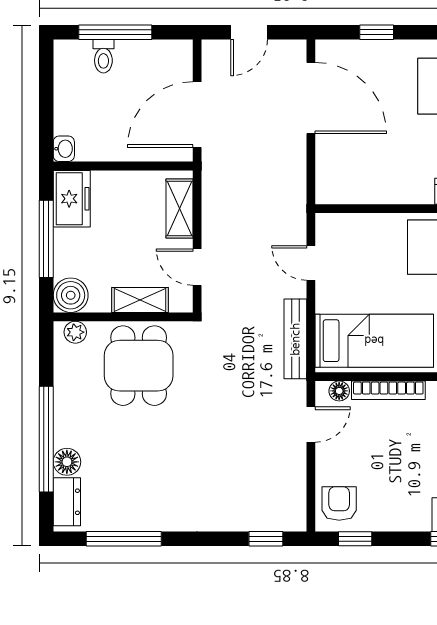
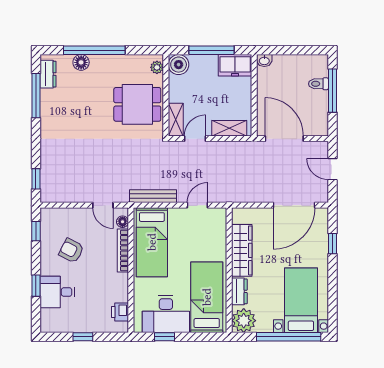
wardrobe: (388, 187) -> (242, 250), added
shelving: (140, 300) -> (176, 120), moved
dresser: (67, 502) -> (48, 74), moved, turned -90
armchair: (339, 504) -> (71, 251), moved, turned -153

